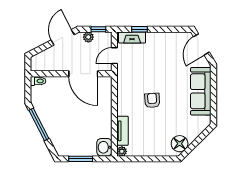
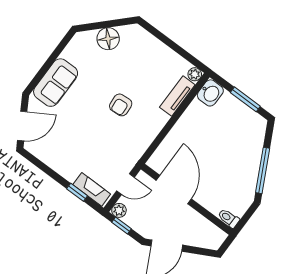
plant: (88, 37) -> (119, 210), moved
sofa: (201, 91) -> (56, 83), width x0.73
floor lamp: (180, 144) -> (108, 39), moved

